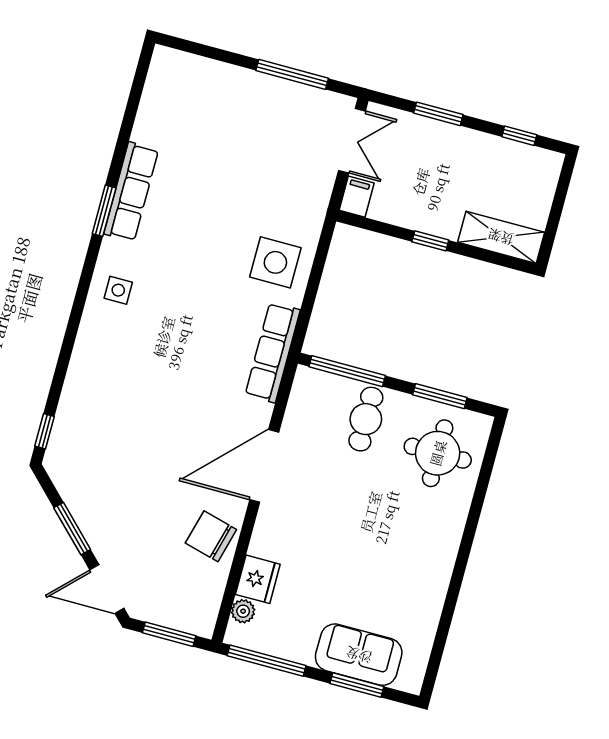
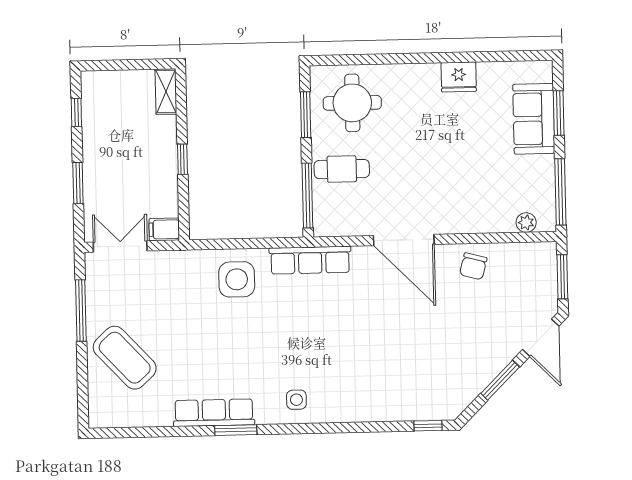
coffee table: (224, 109) -> (125, 358), added
shelving: (501, 237) -> (166, 92), width x0.67, depth x0.75
chair: (211, 536) -> (473, 266), width x0.73, depth x0.73
fridge: (258, 579) -> (459, 77), moved, turned 180

